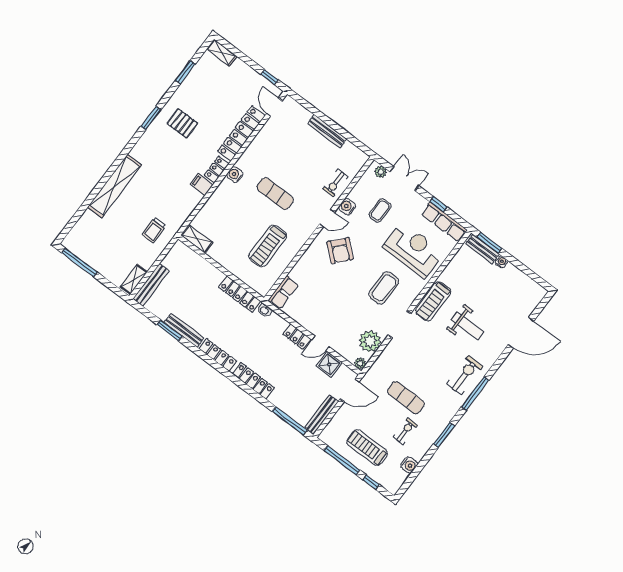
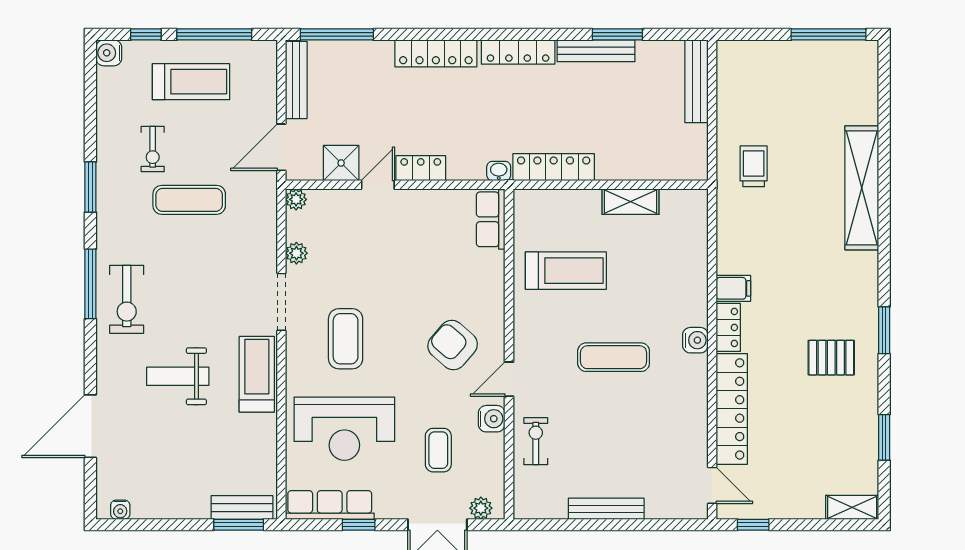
shelving: (197, 239) -> (630, 202), moved
treadmill: (268, 246) -> (566, 271), turned 90
water cooler: (501, 262) -> (120, 510), moved
shelving: (134, 279) -> (728, 70), removed
plant: (370, 341) -> (296, 253), width x0.53, depth x0.53
water cooler: (409, 465) -> (109, 53), moved

